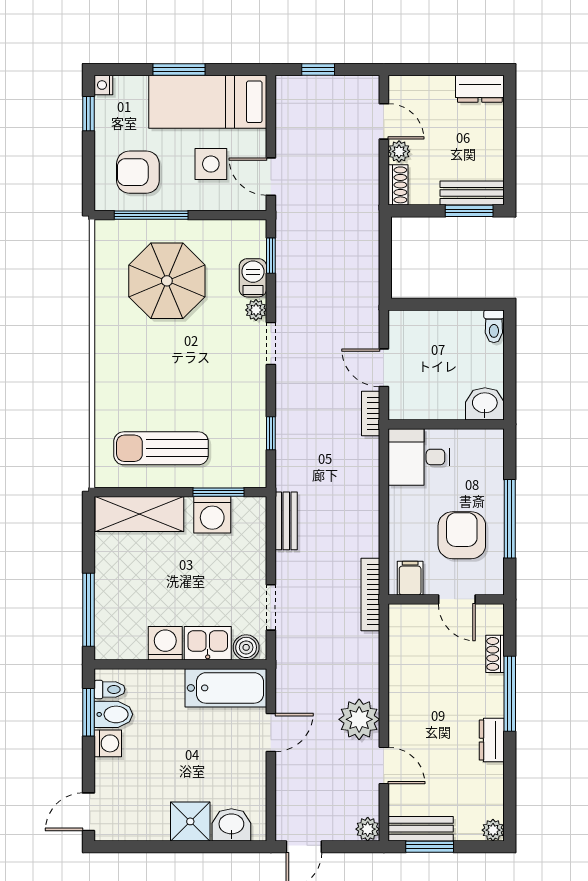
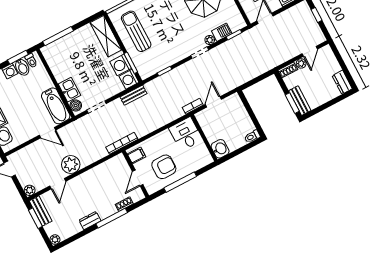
washing machine: (165, 643) -> (129, 79), moved, turned 180

